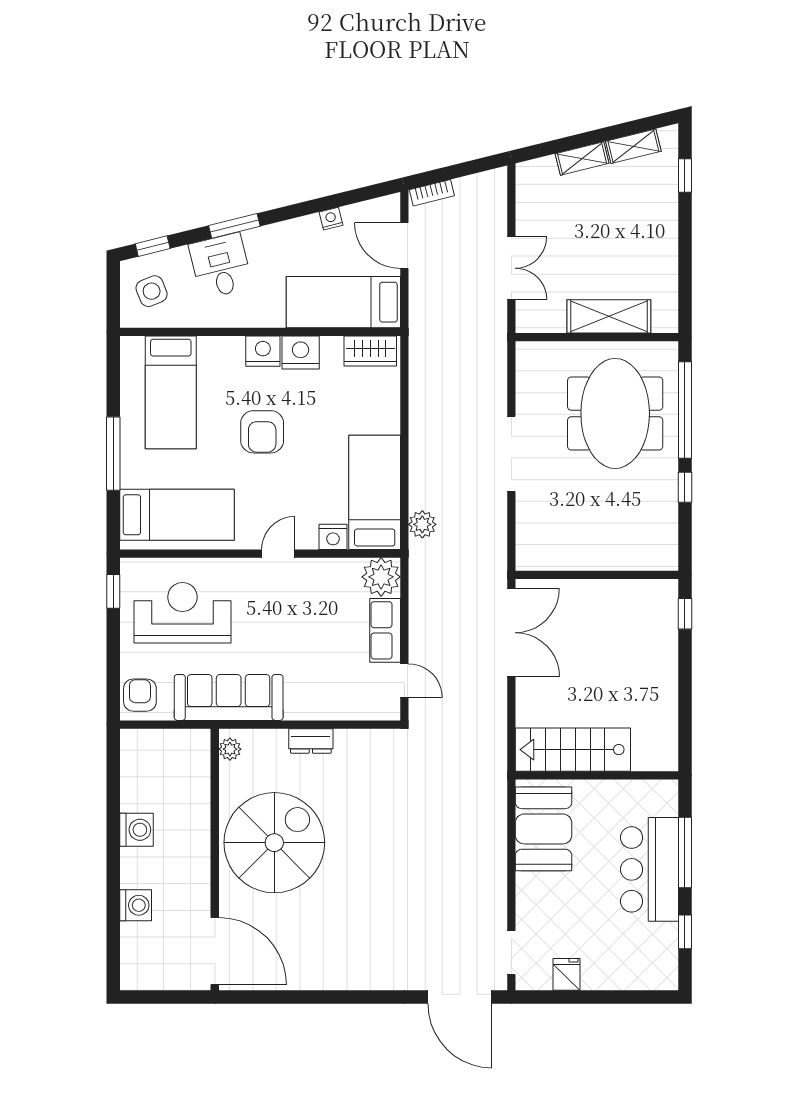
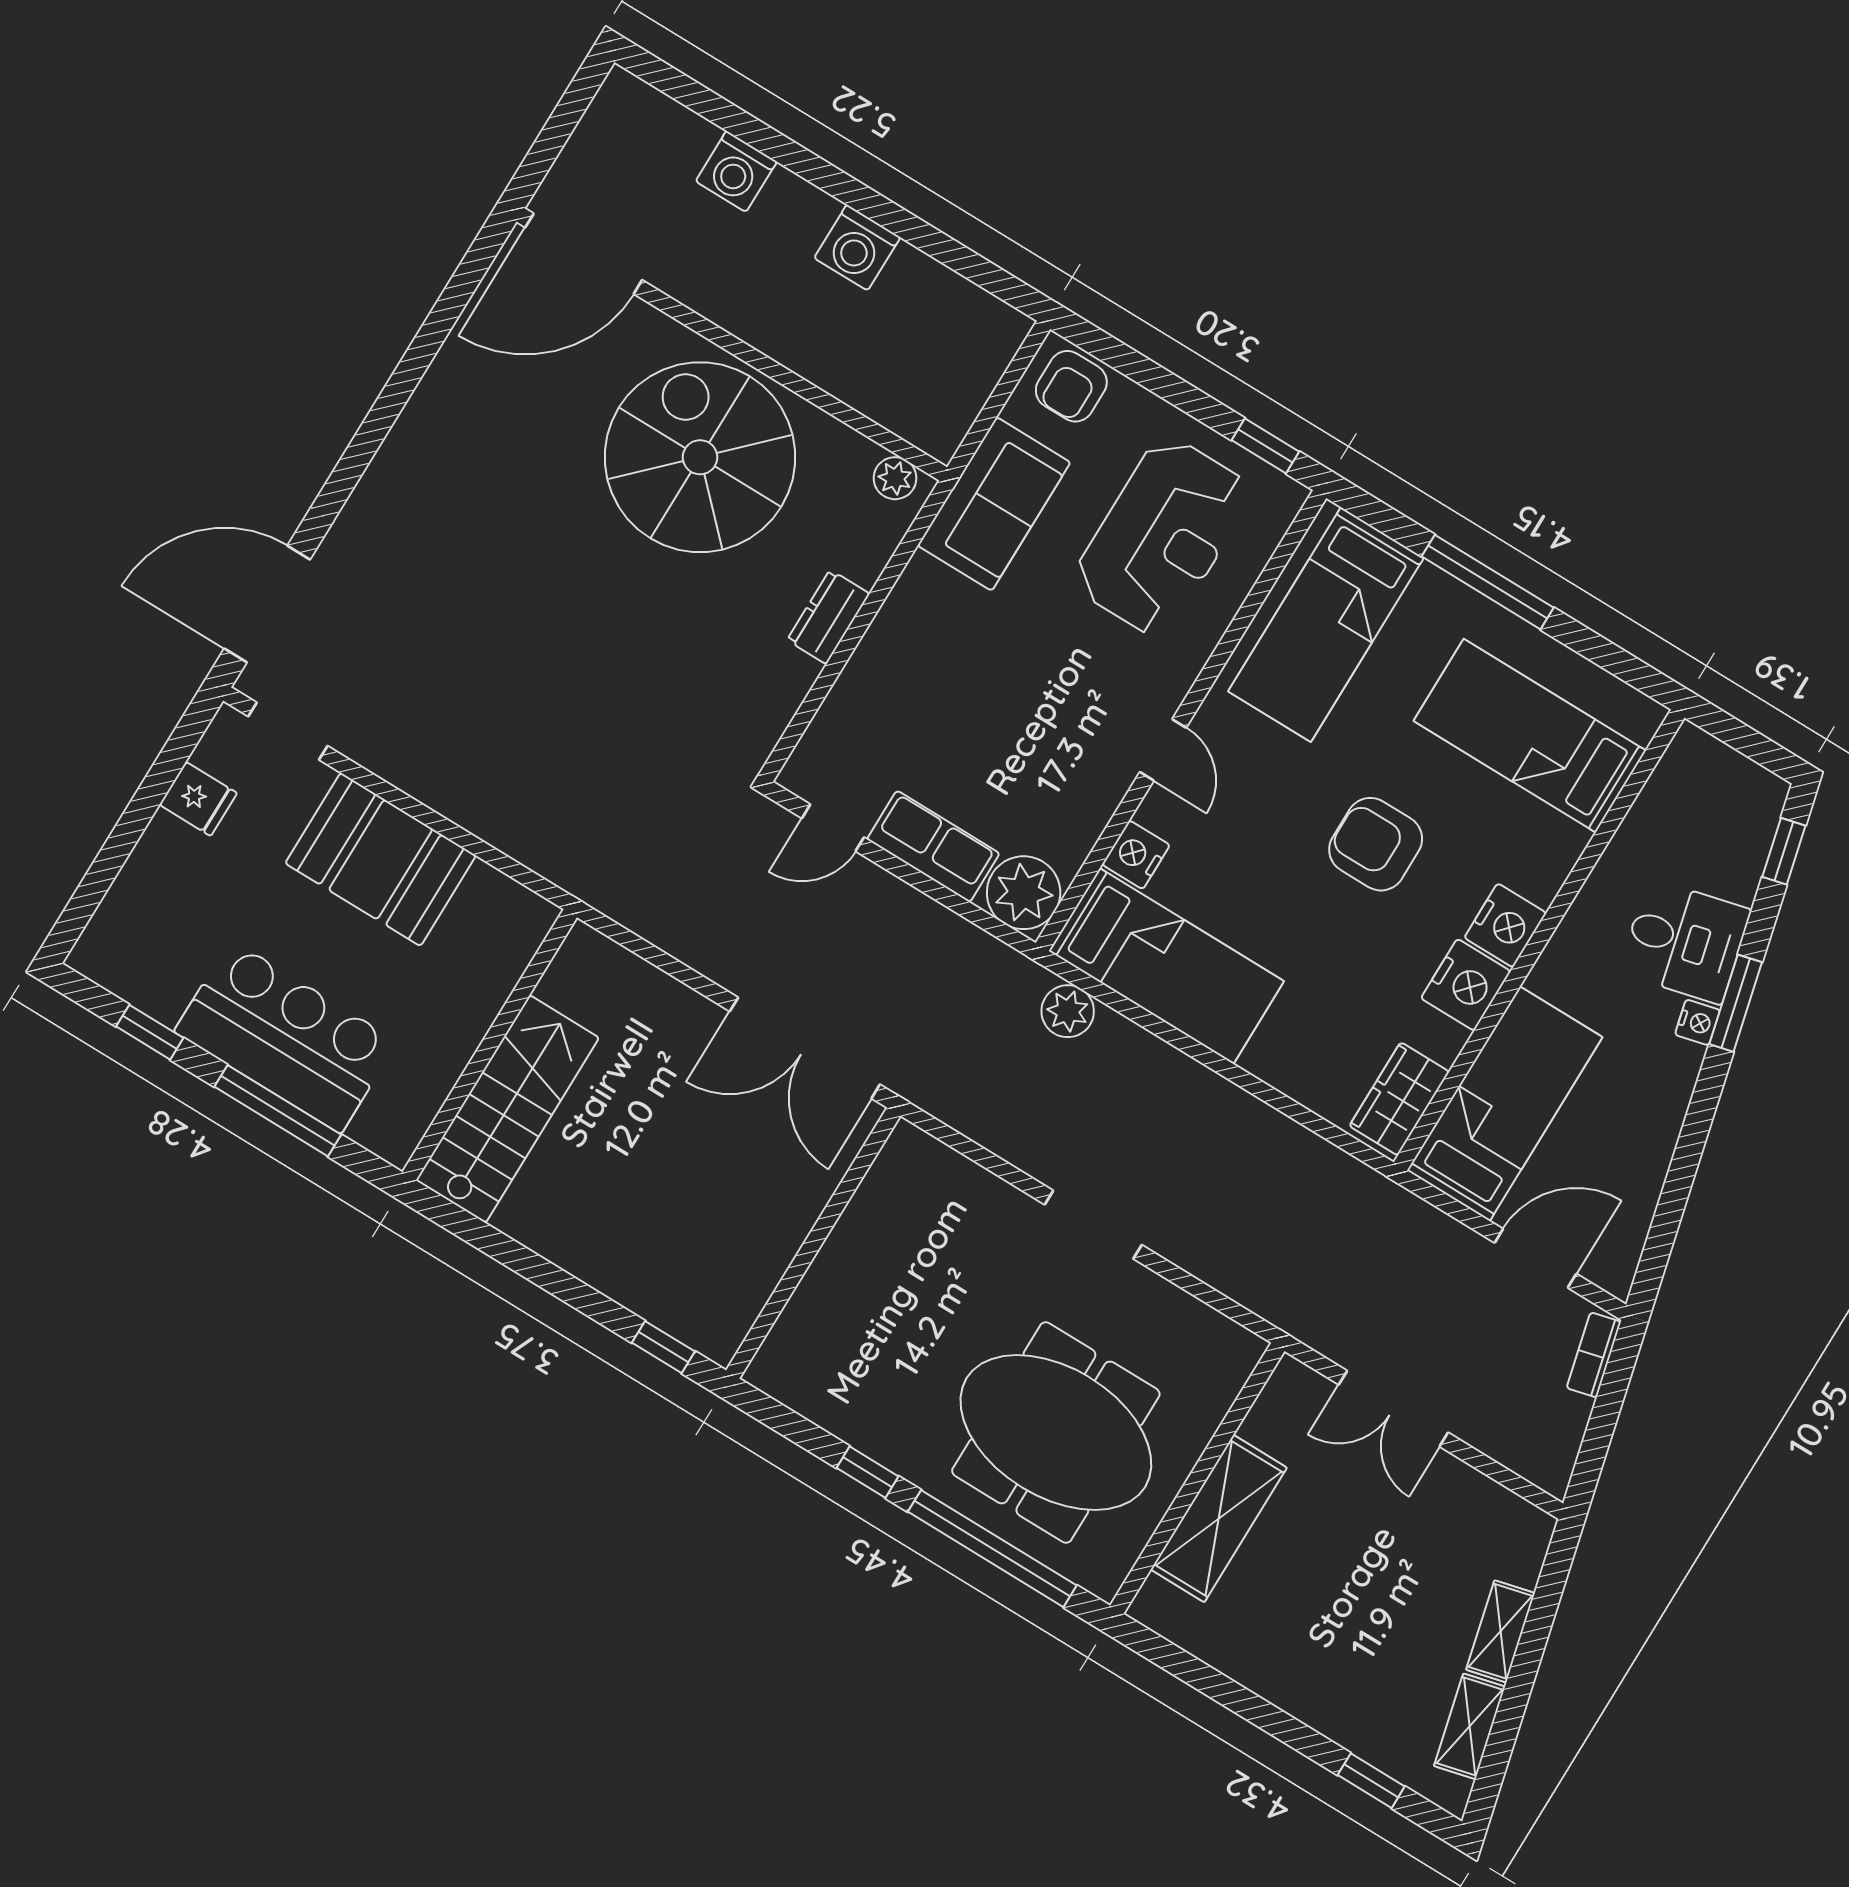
nightstand: (331, 219) -> (1697, 1022), moved
side table: (152, 291) -> (1712, 805), removed
doorway: (511, 454) -> (1093, 1225), width x0.73
armchair: (140, 695) -> (1071, 386), turned 90
sofa: (229, 697) -> (994, 504), width x0.73
stairs: (573, 750) -> (507, 1109), moved
booth: (543, 829) -> (381, 859), moved
spiral stairs: (274, 843) -> (700, 457), turned 180

